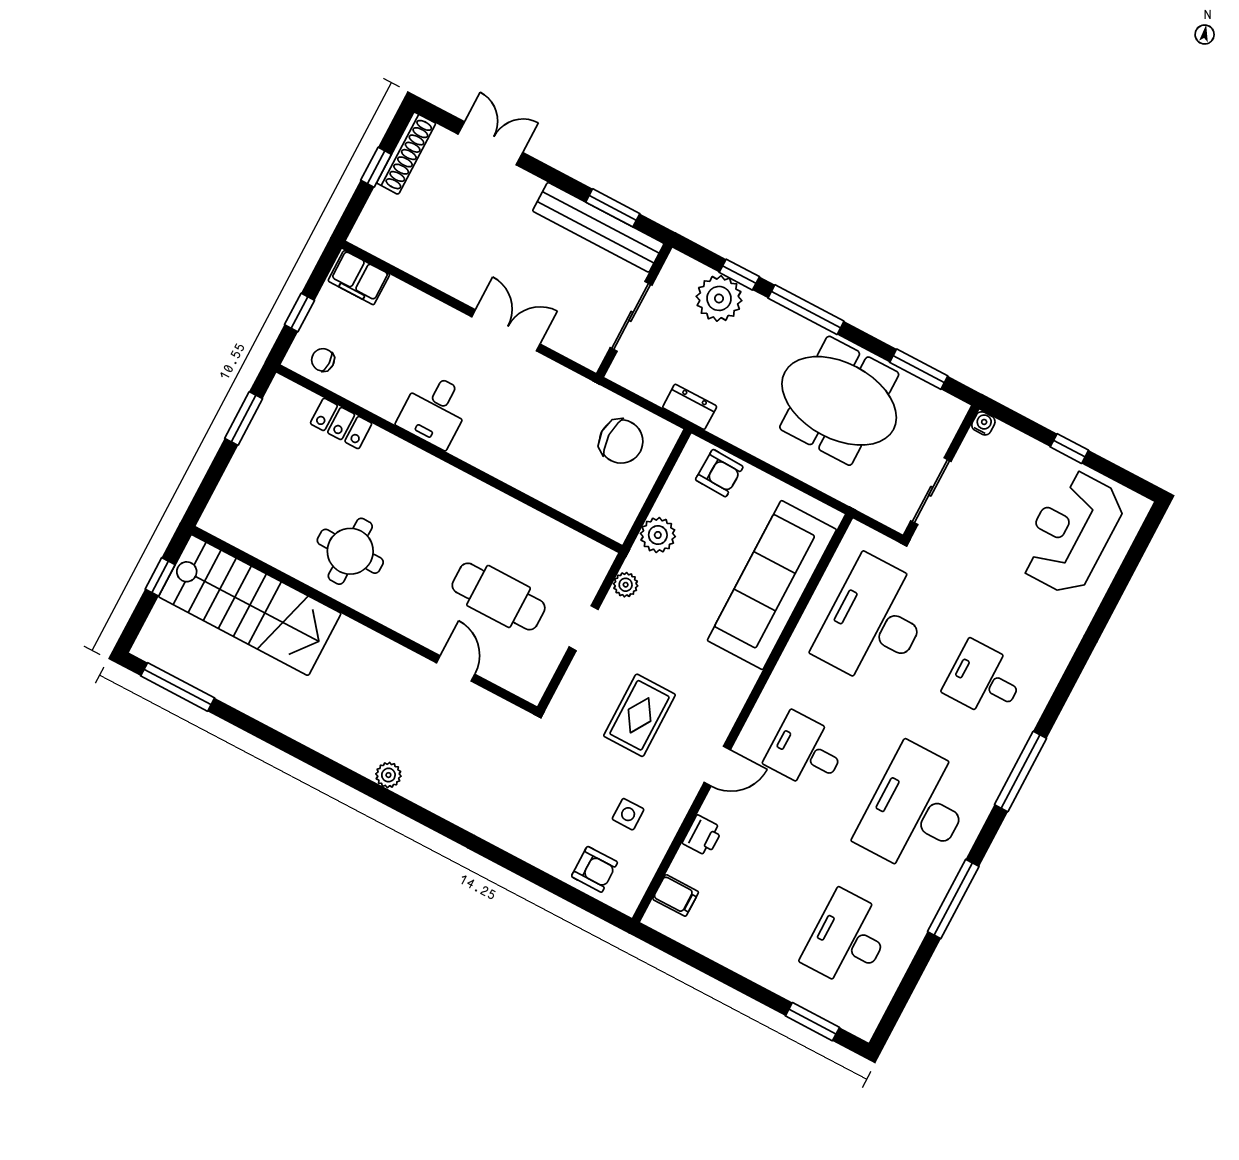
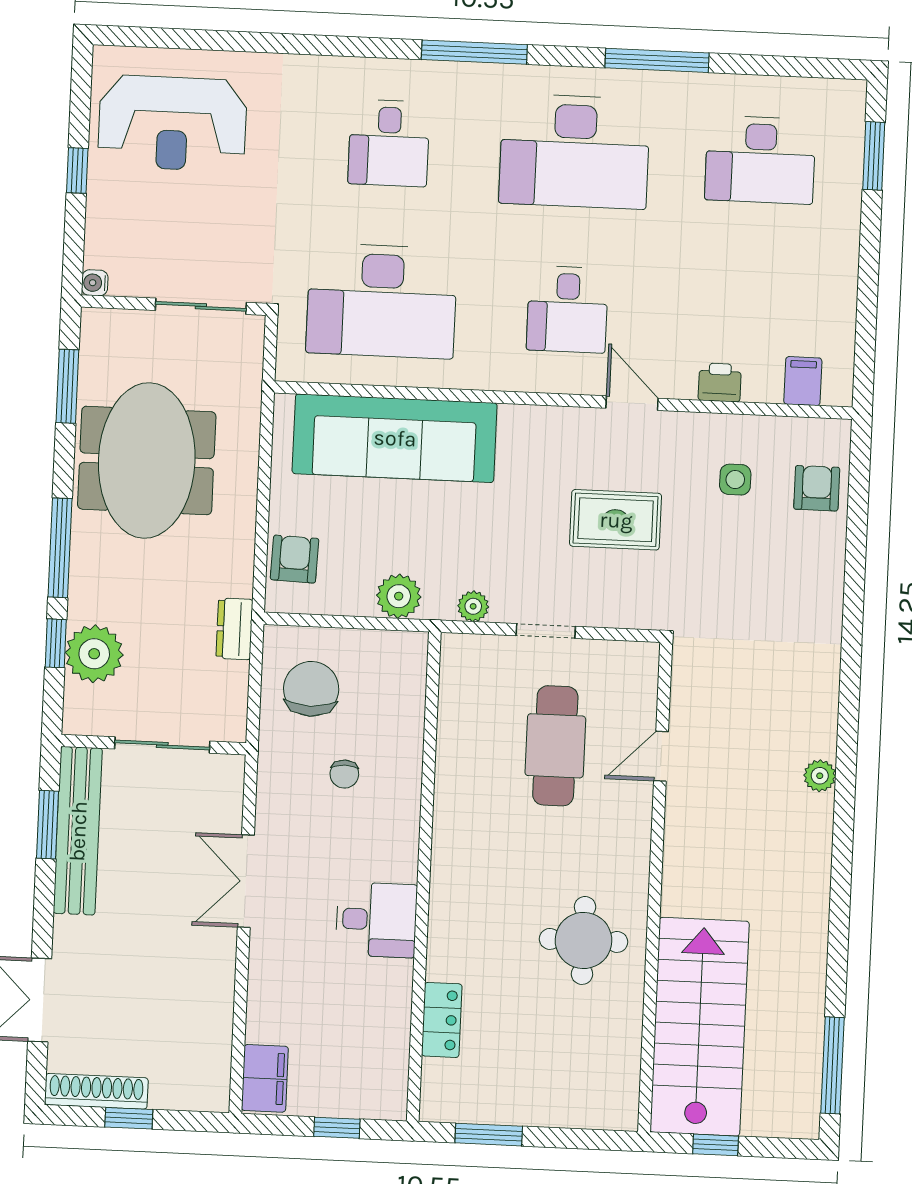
chair: (323, 360) -> (344, 774), moved

